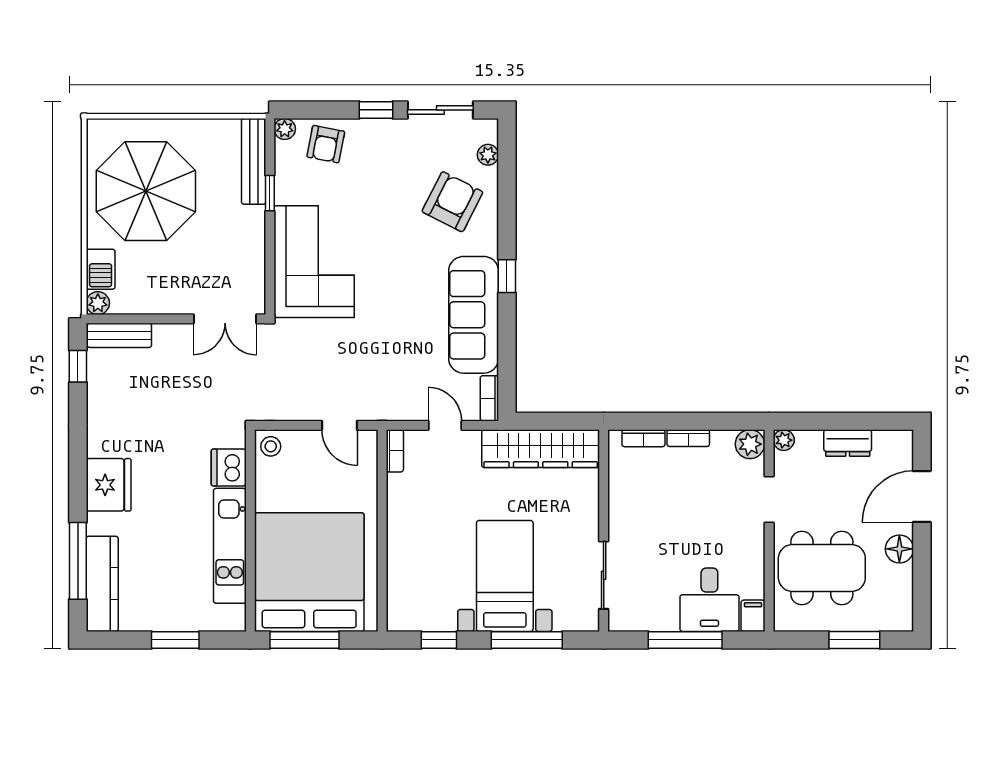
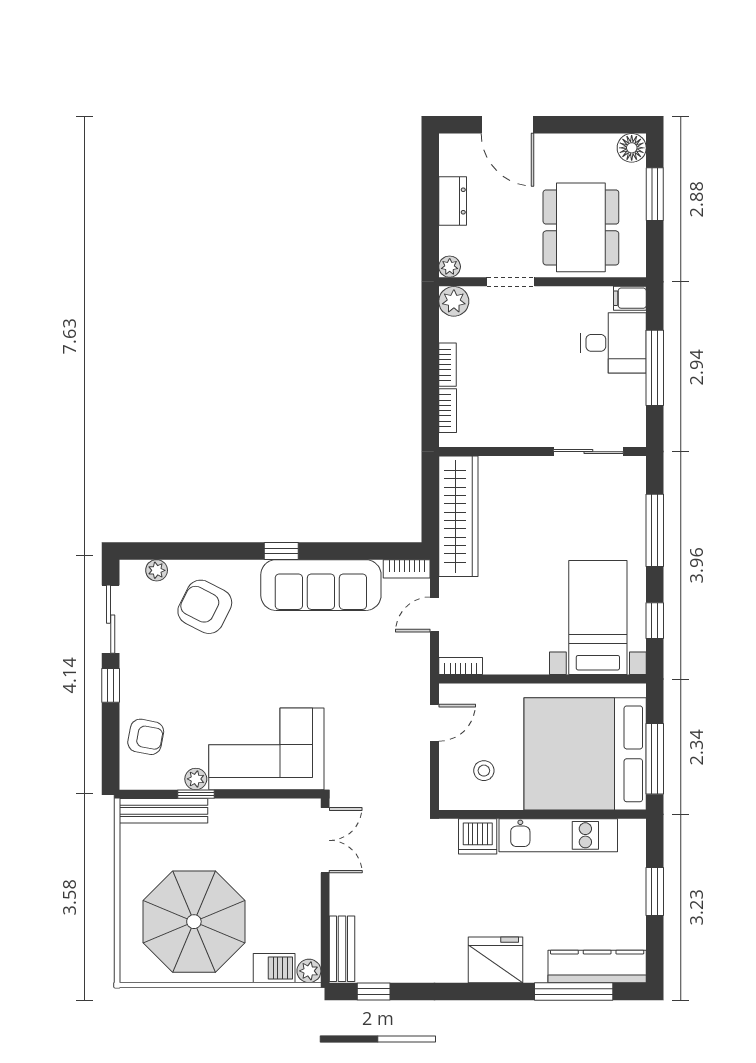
plant: (285, 129) -> (196, 779), moved
stool: (271, 446) -> (484, 771), moved
floor lamp: (899, 549) -> (632, 148), moved
bed with nightstands: (505, 576) -> (598, 618), moved, turned 90

